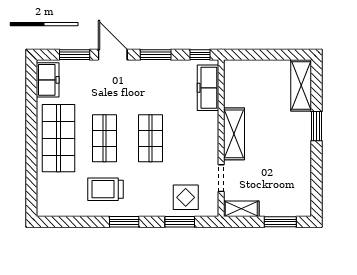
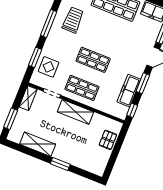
pallet: (255, 72) -> (108, 140), added
shelving: (301, 85) -> (38, 144), moved
freezer: (208, 88) -> (129, 91), moved, turned -90
shop shelf: (104, 138) -> (82, 88), moved
window: (124, 222) -> (49, 23), width x1.44

